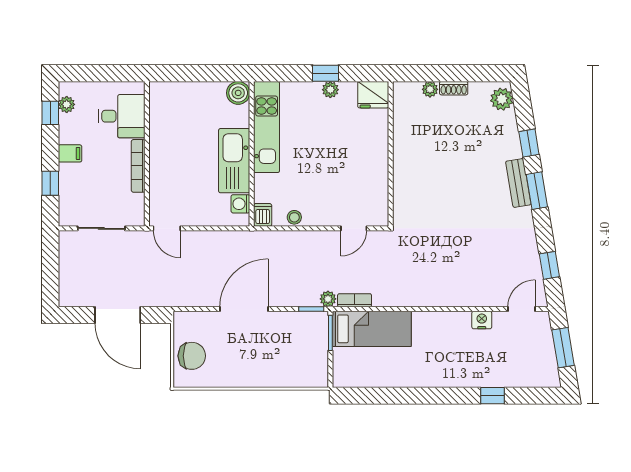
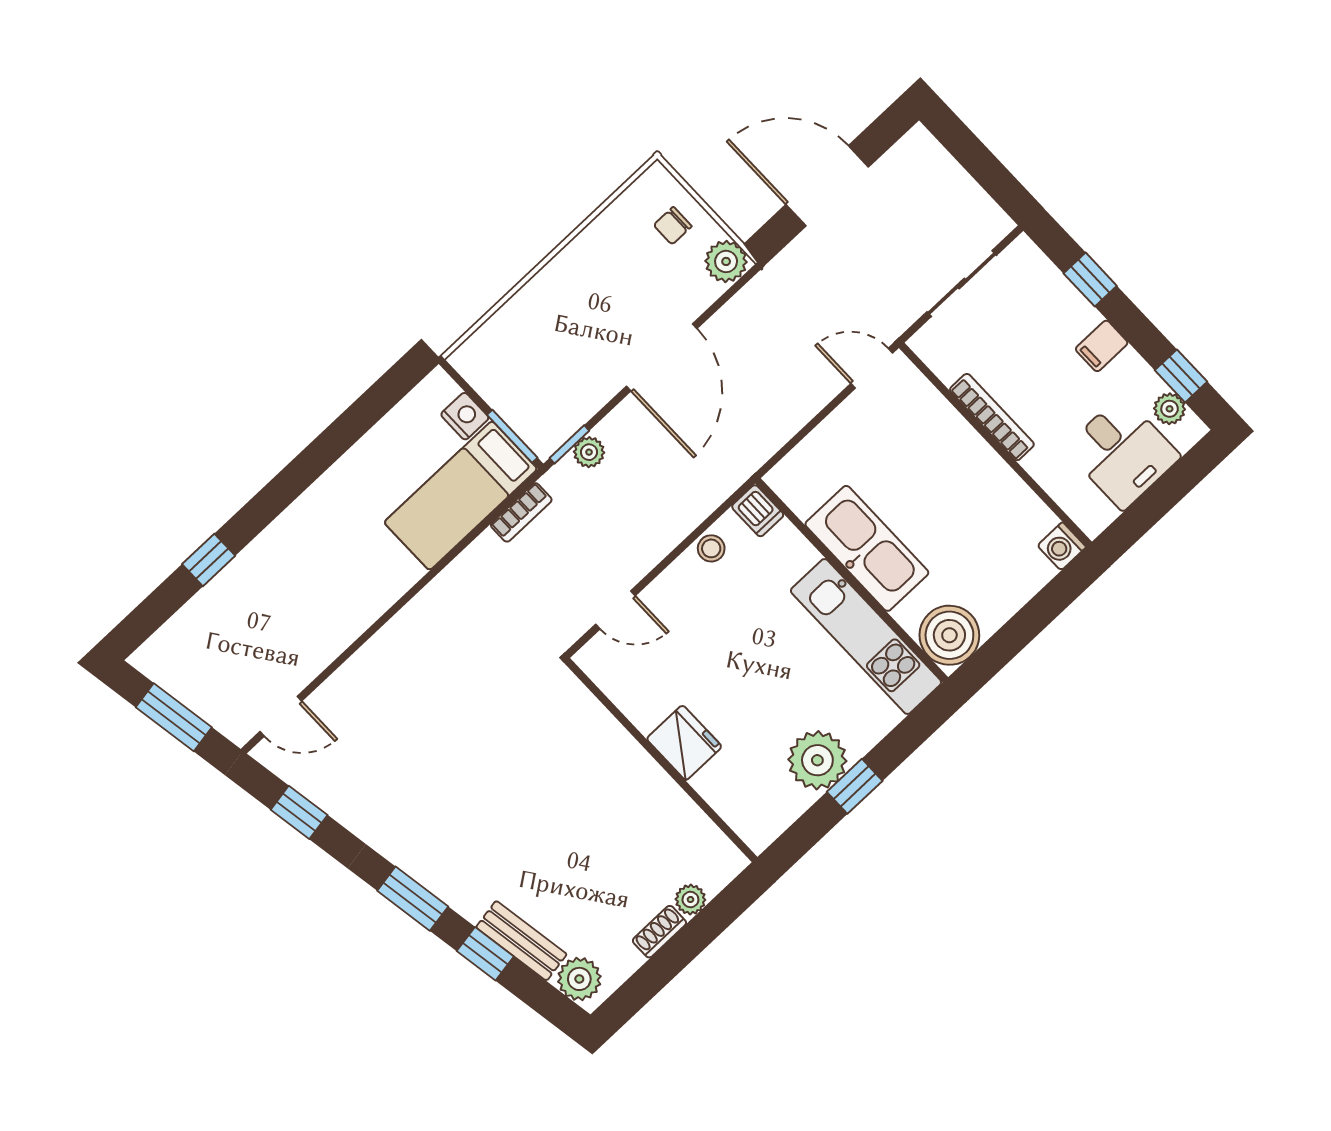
plant: (330, 90) -> (817, 760), width x1.87, depth x1.87
boiler: (238, 93) -> (949, 635), width x1.37, depth x1.37
fridge: (373, 95) -> (684, 743), moved, turned 90
desk: (122, 116) -> (1122, 453), moved, turned -90
bench: (518, 183) -> (521, 941), moved
washing machine: (240, 204) -> (1062, 546), moved, turned 180
door: (354, 228) -> (615, 610), swing flipped
plant: (328, 299) -> (589, 452), moved
door: (521, 309) -> (281, 716), hinge flipped
nightstand: (482, 320) -> (465, 416), moved, turned -90
plant: (184, 323) -> (726, 261), added
chair: (192, 356) -> (673, 226), width x0.54, depth x0.54

